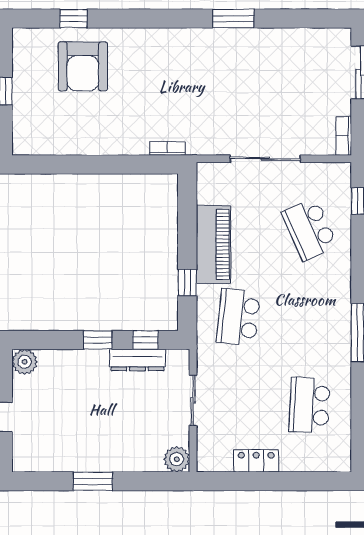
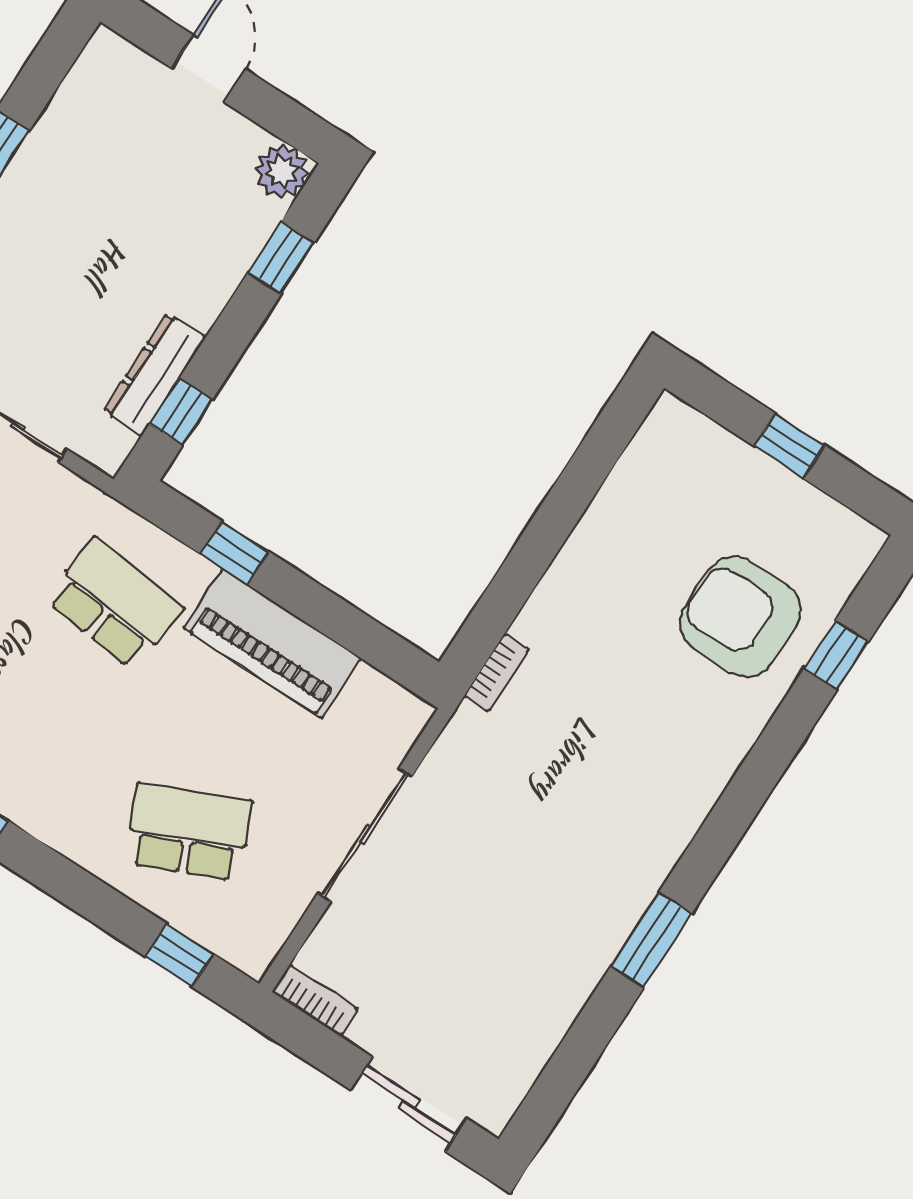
window: (98, 340) -> (281, 258), moved

